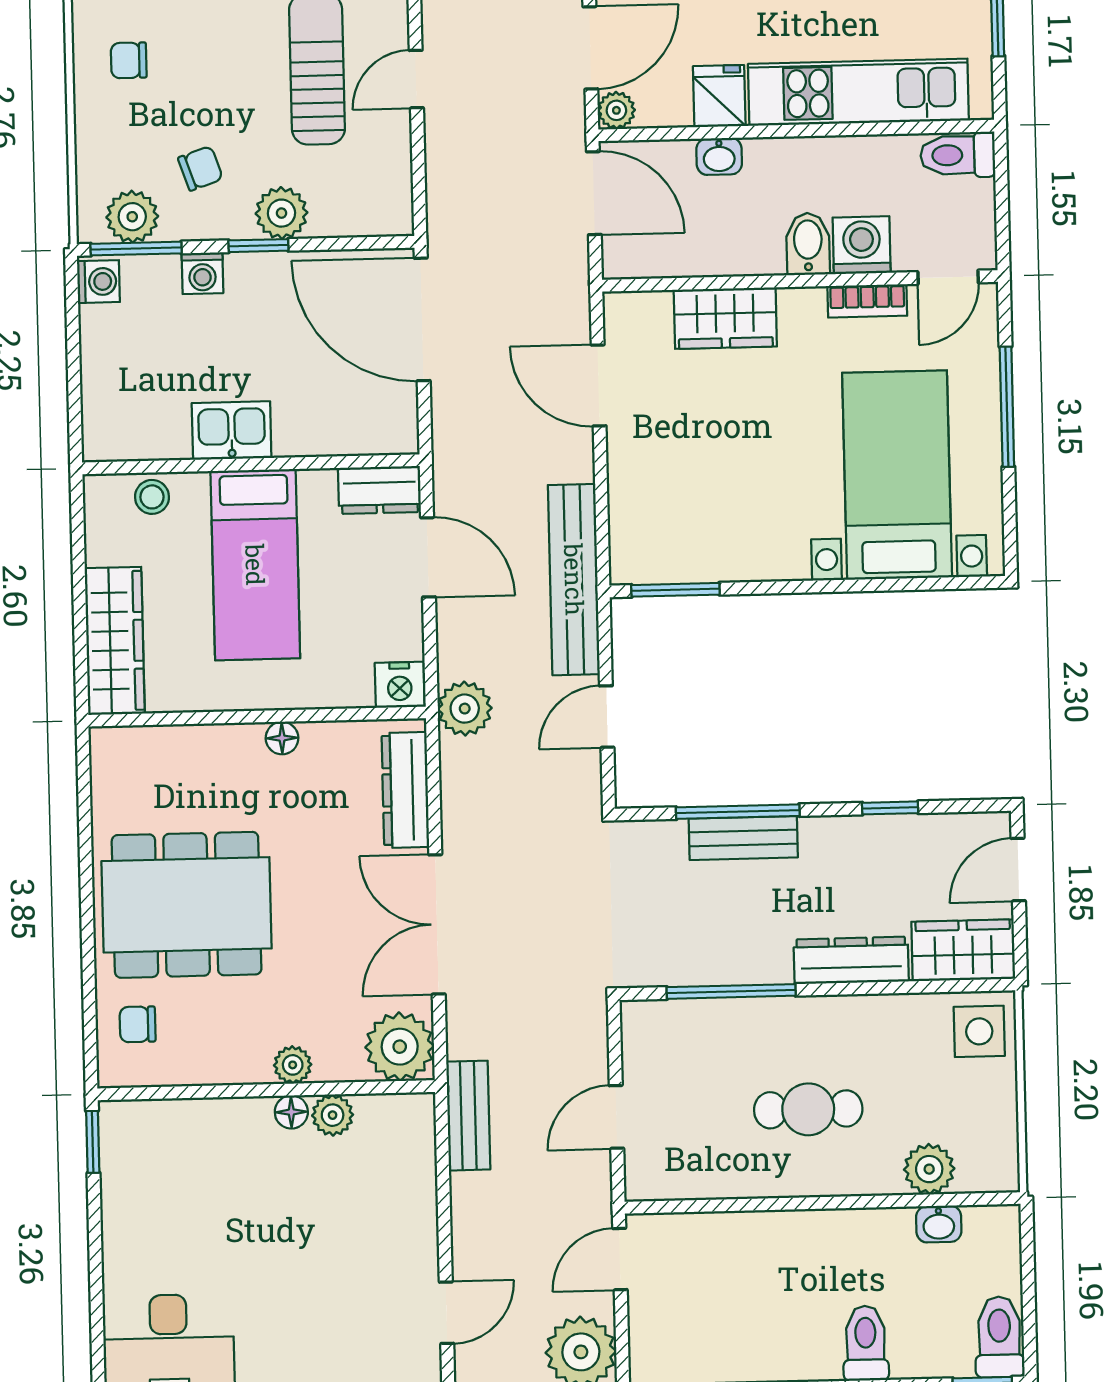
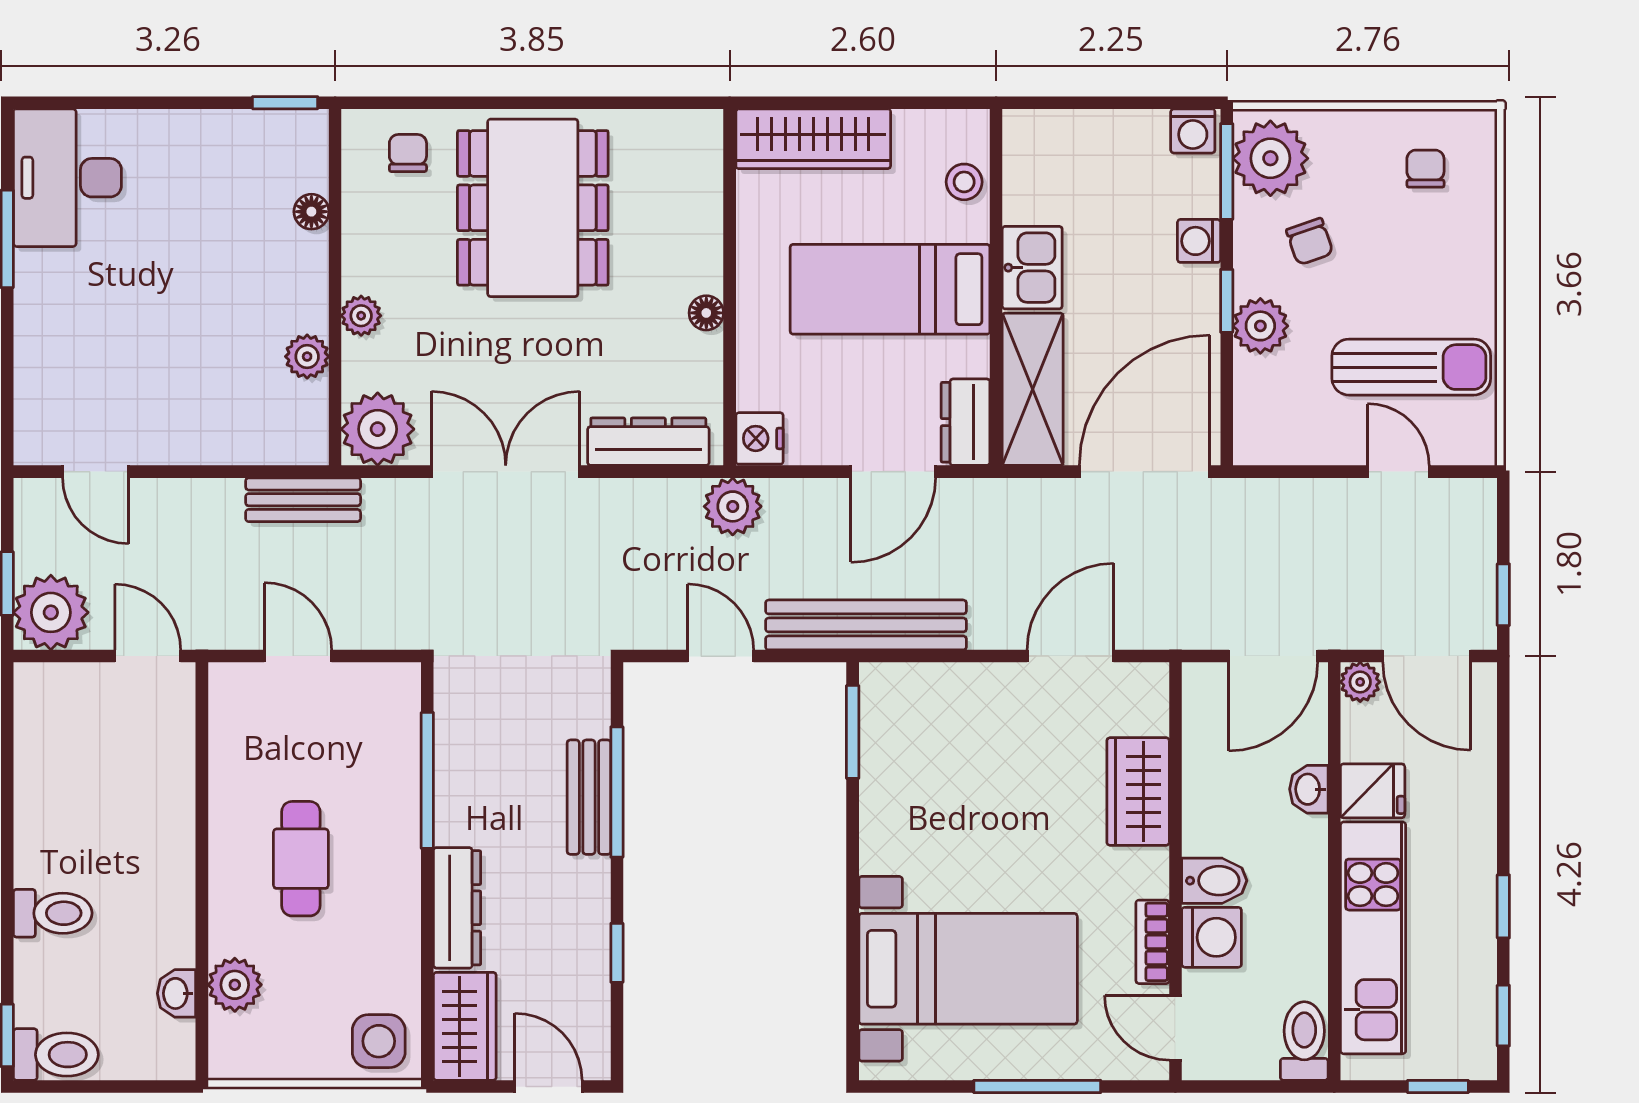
plant: (132, 217) -> (1270, 158), width x1.36, depth x1.36
shelving: (347, 427) -> (1033, 389), added
floor lamp: (291, 1112) -> (311, 212), moved

